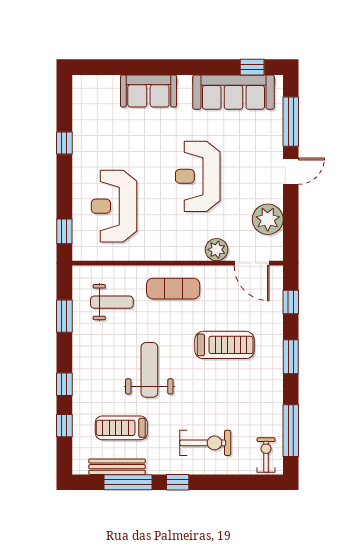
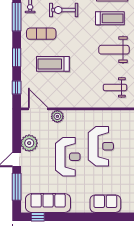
sofa: (148, 91) -> (105, 204), moved
reception desk: (114, 206) -> (101, 146), moved
plant: (268, 219) -> (29, 143), moved
exercise mat: (173, 289) -> (41, 34), moved
weight bench: (149, 370) -> (114, 50), moved, turned 90

